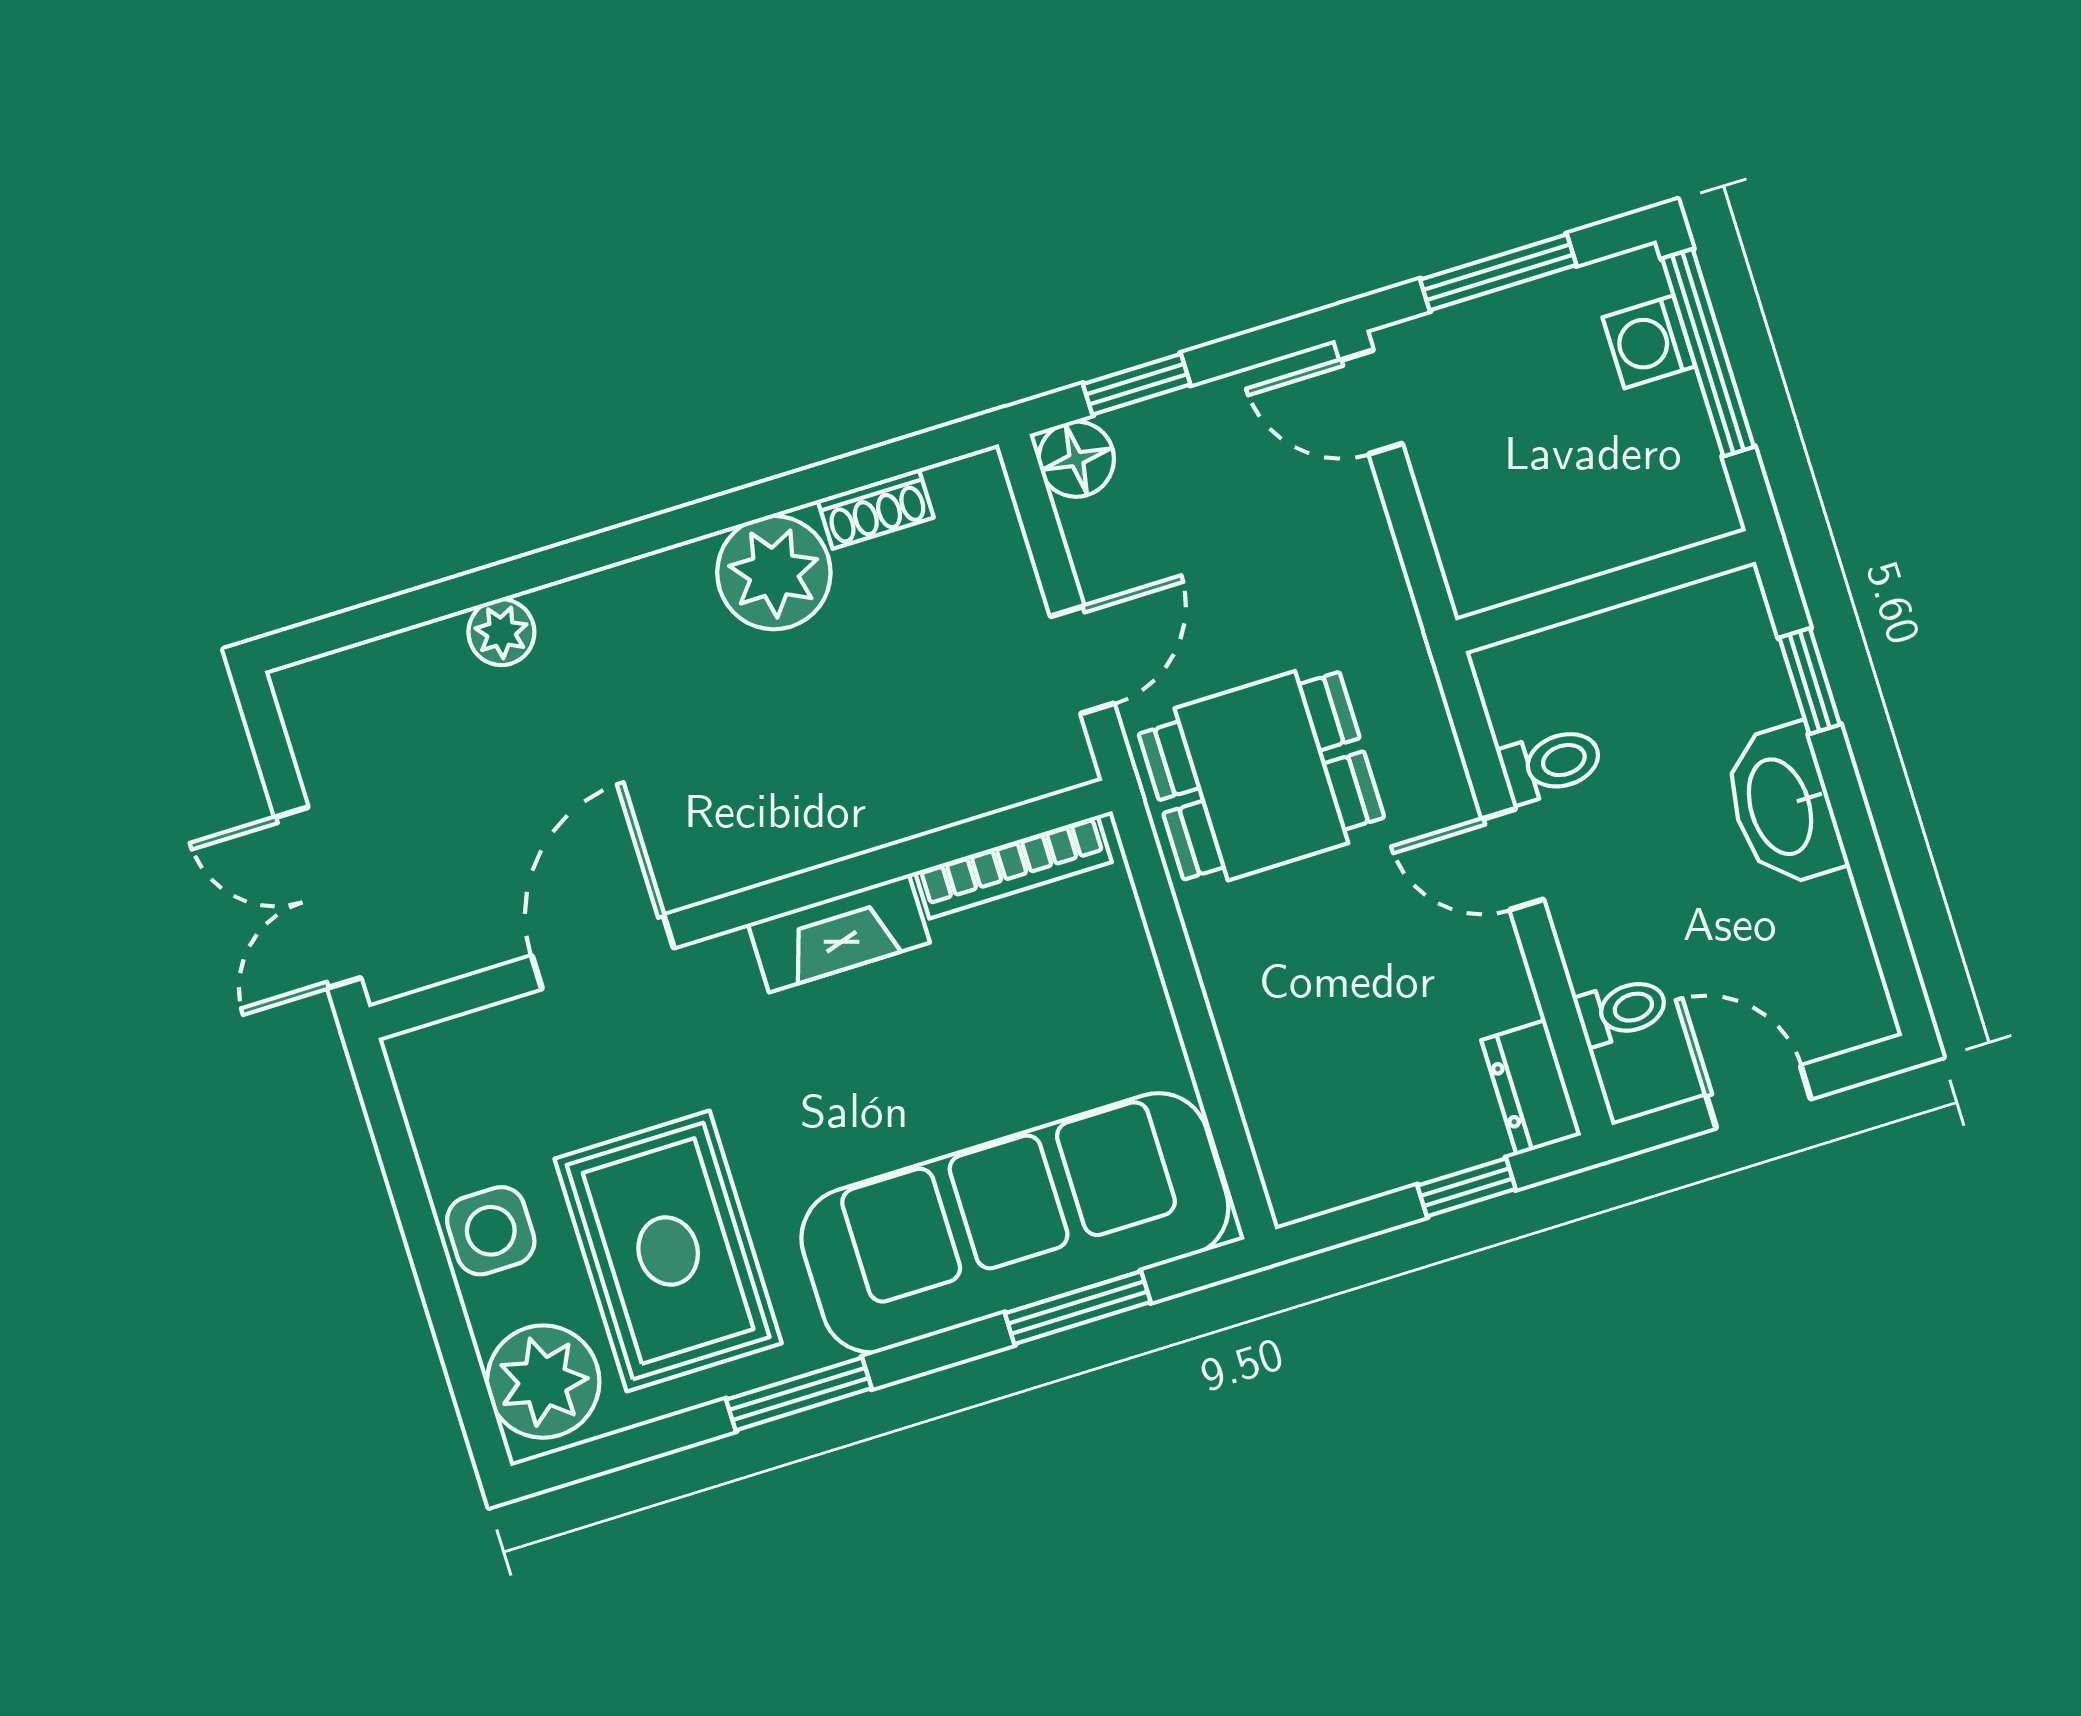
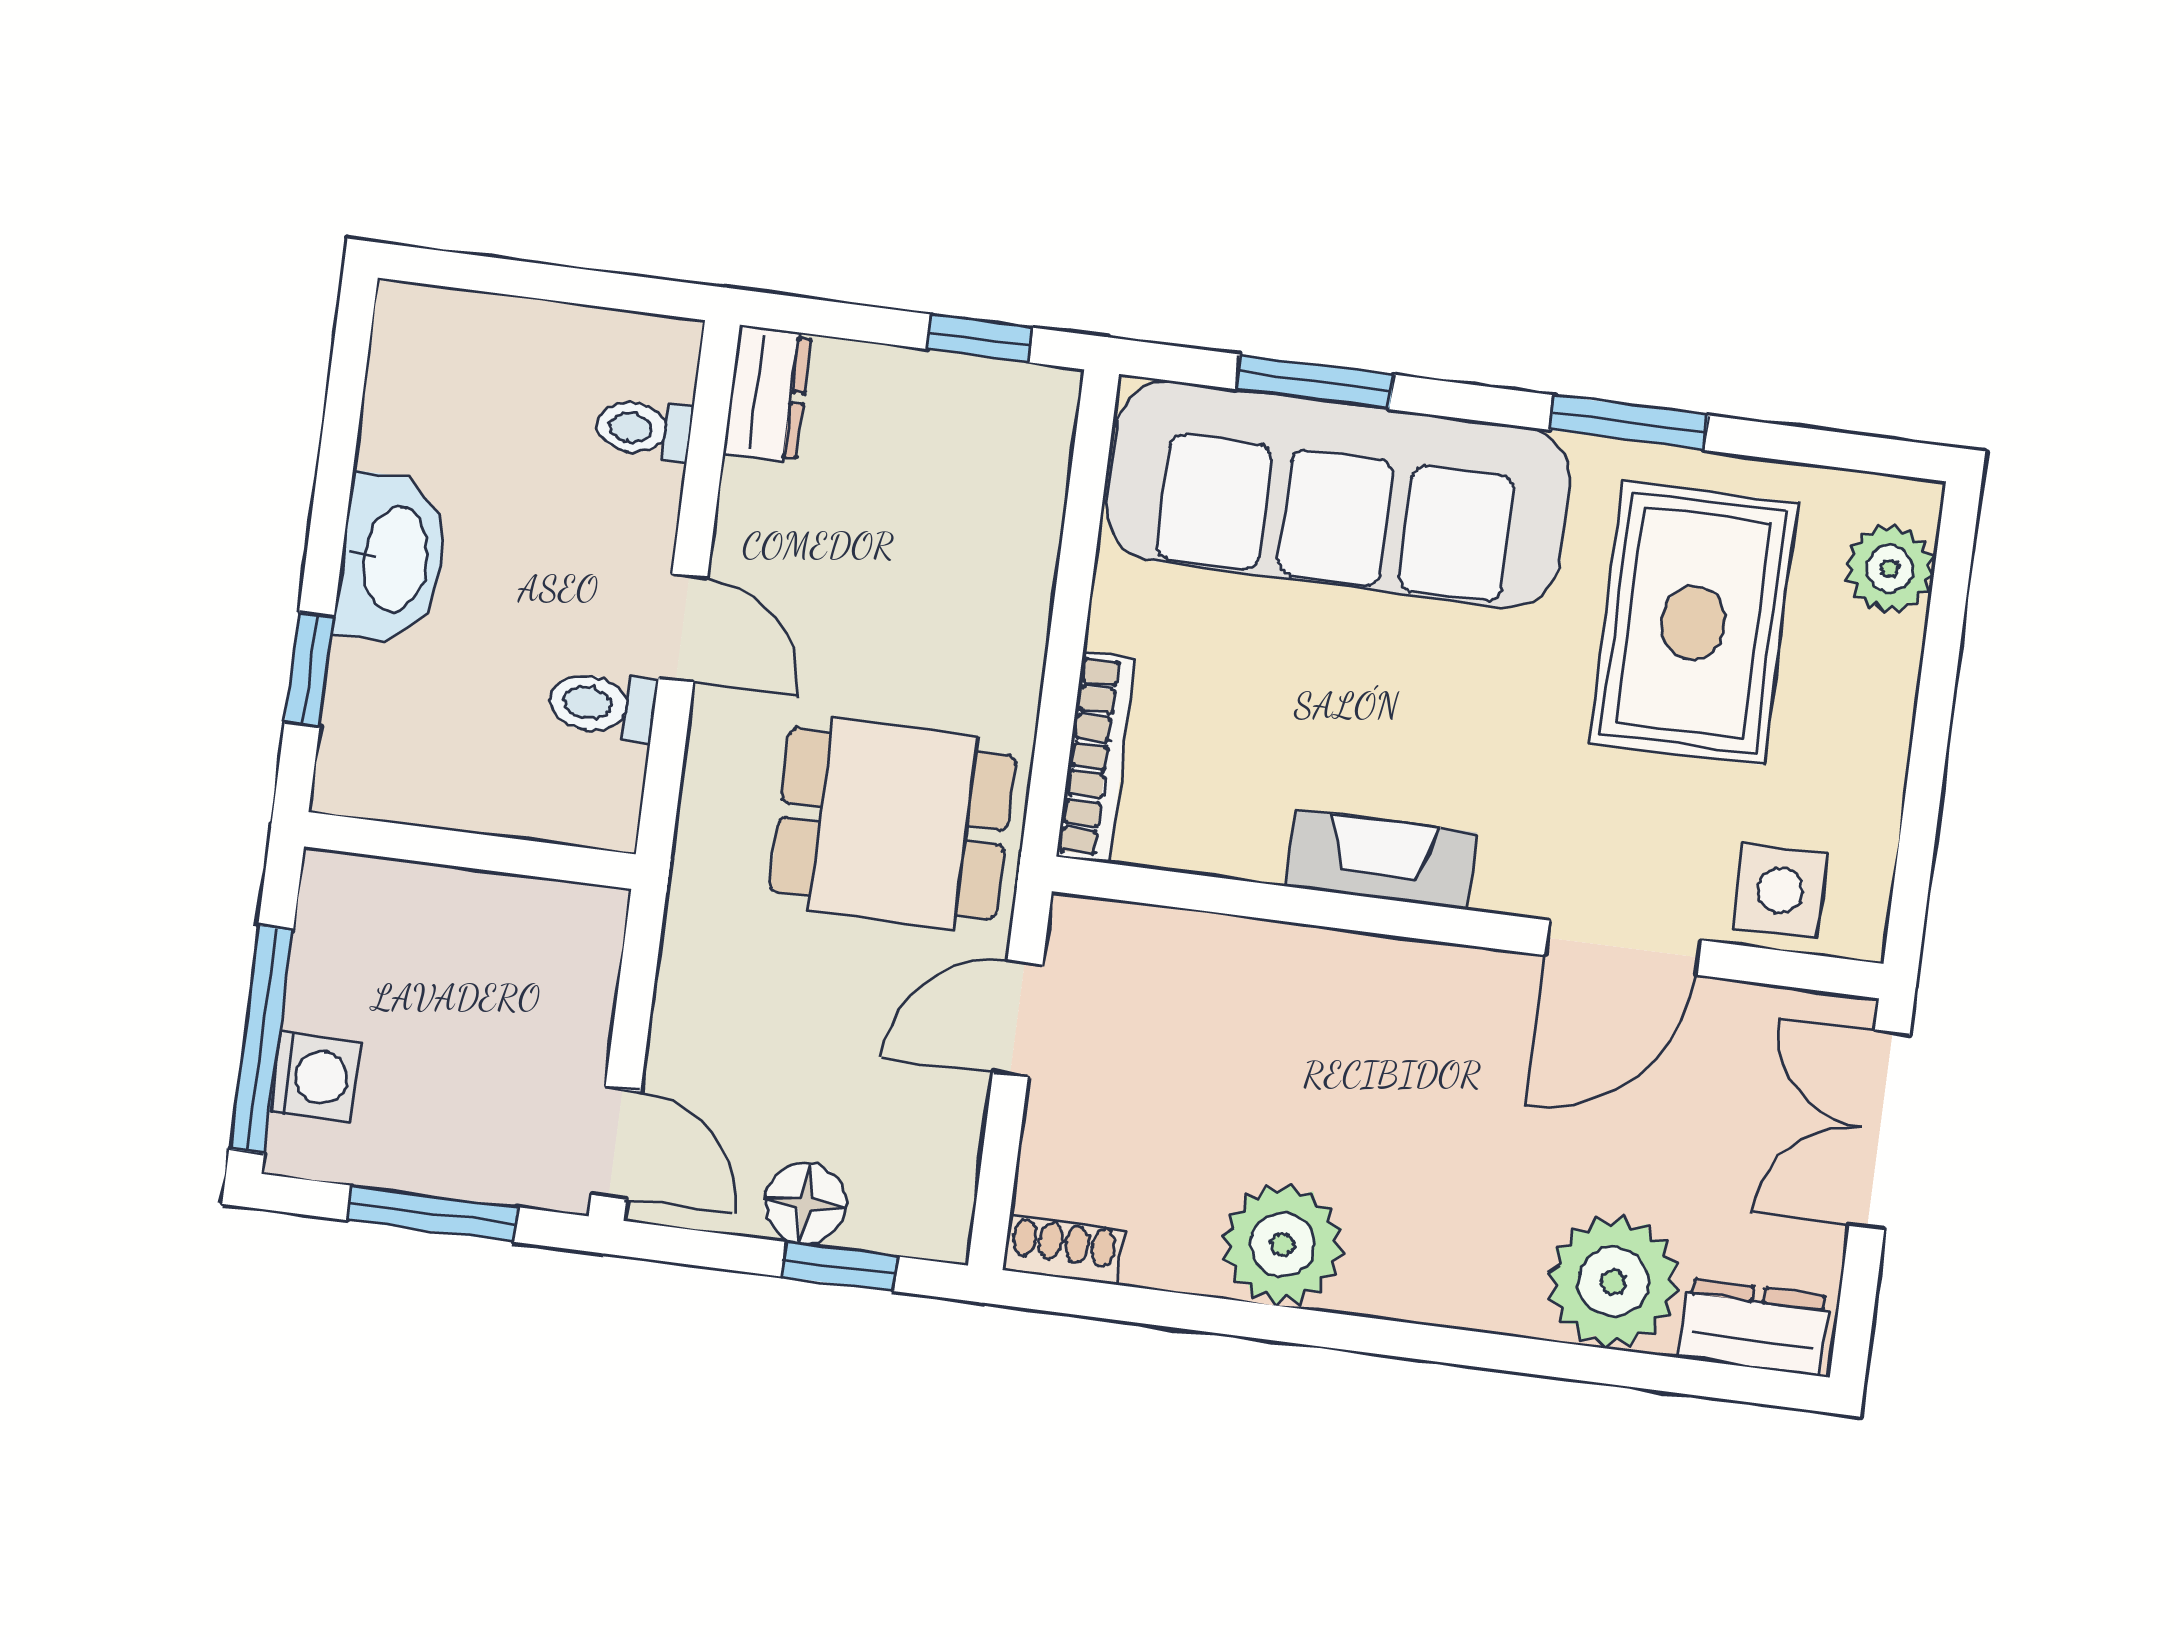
floor lamp: (1076, 459) -> (805, 1203), moved
shoe rack: (876, 509) -> (1063, 1250), moved
plant: (501, 632) -> (1613, 1282), width x1.88, depth x1.88
dresser: (347, 684) -> (1754, 1327), added
bookcase: (1013, 867) -> (1096, 757), moved, turned 90
double door: (318, 898) -> (1880, 1130), swing flipped
door: (1758, 1097) -> (548, 282), removed
window: (1466, 1187) -> (980, 338), moved
side table: (491, 1231) -> (1780, 891), moved
plant: (543, 1382) -> (1890, 569), width x0.73, depth x0.73

